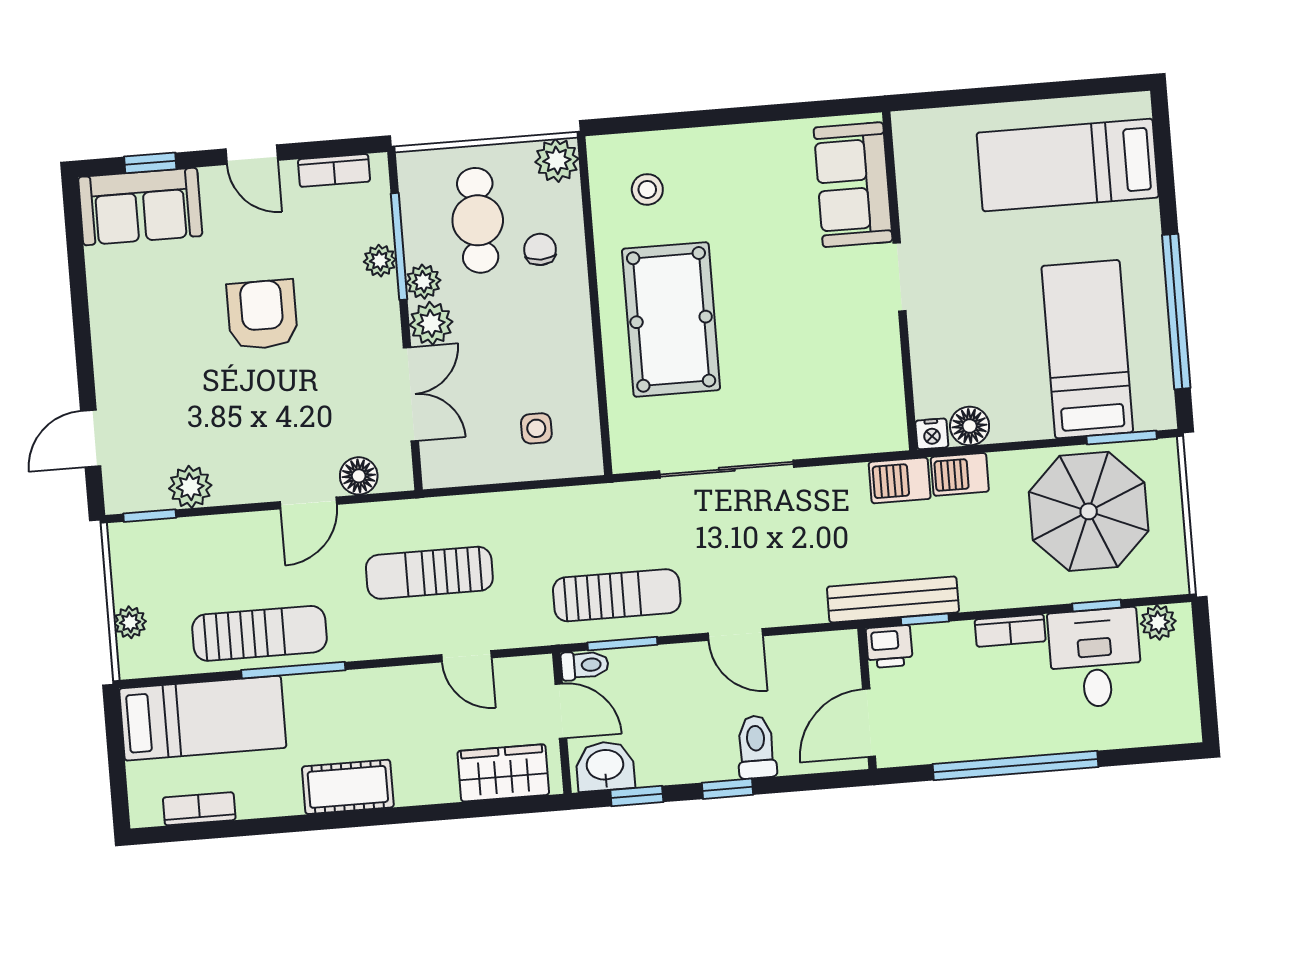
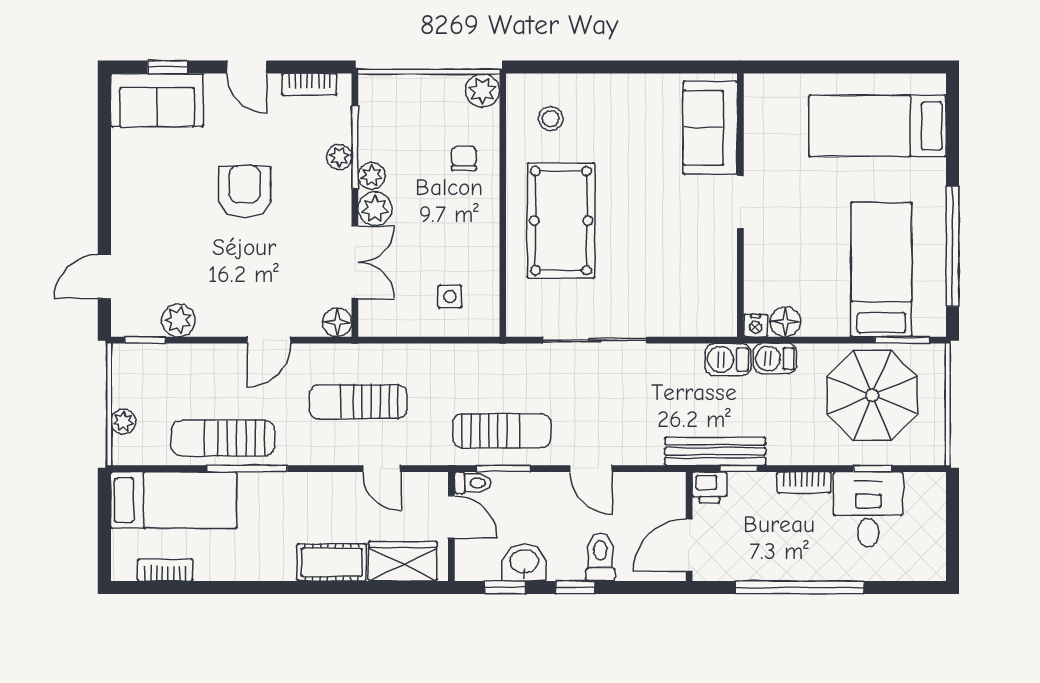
cafe table: (478, 220) -> (417, 132), removed
floor lamp: (359, 476) -> (337, 322), moved
plant: (1158, 622) -> (919, 485), removed
sun lounger: (260, 633) -> (223, 438), turned 180
washbasin: (605, 766) -> (524, 562), moved
cot: (348, 787) -> (332, 562), moved

